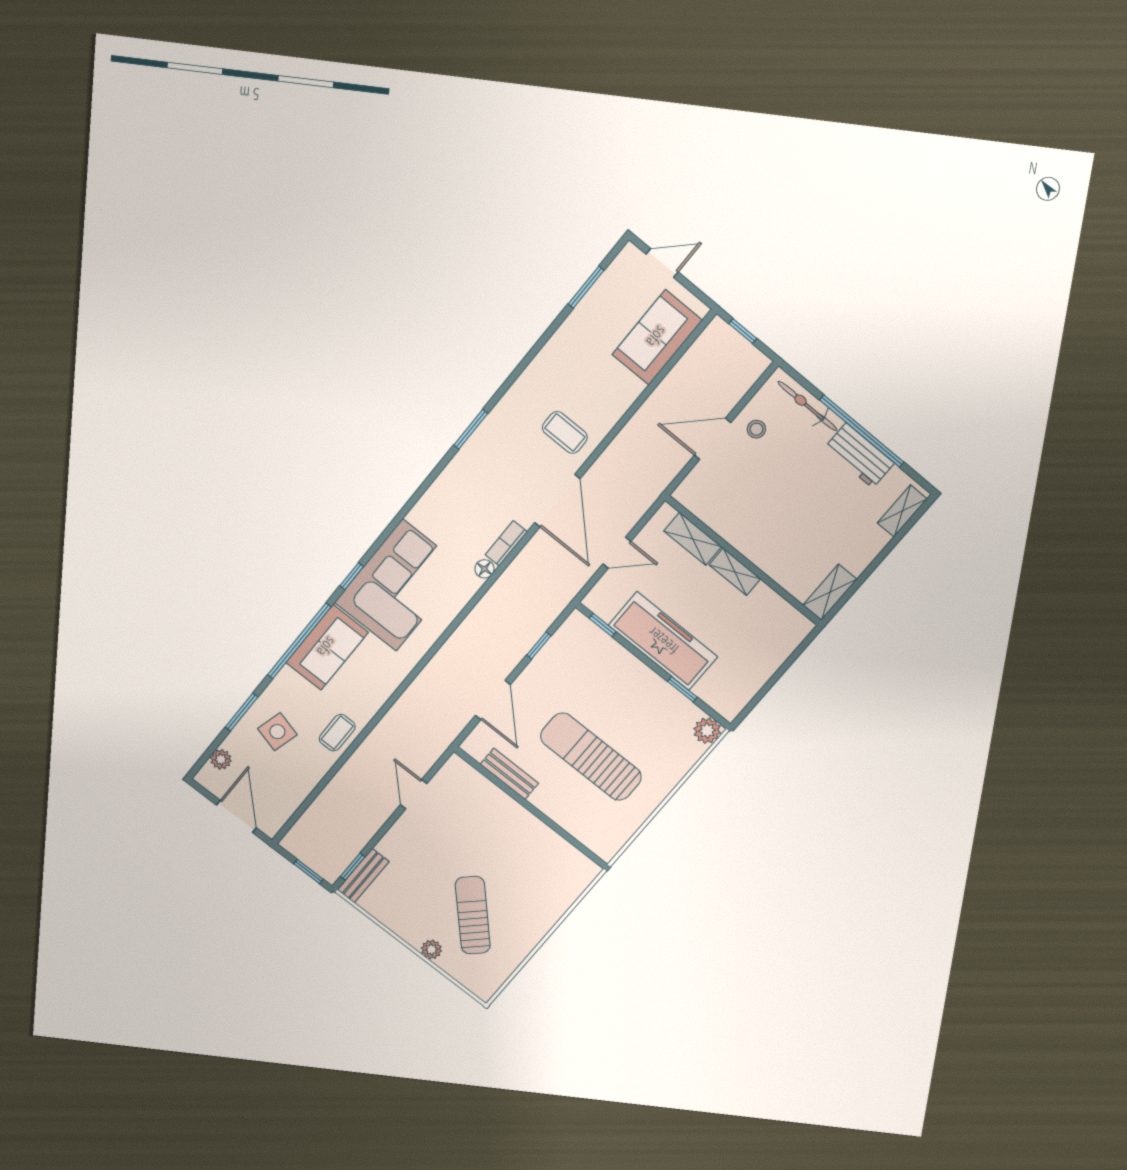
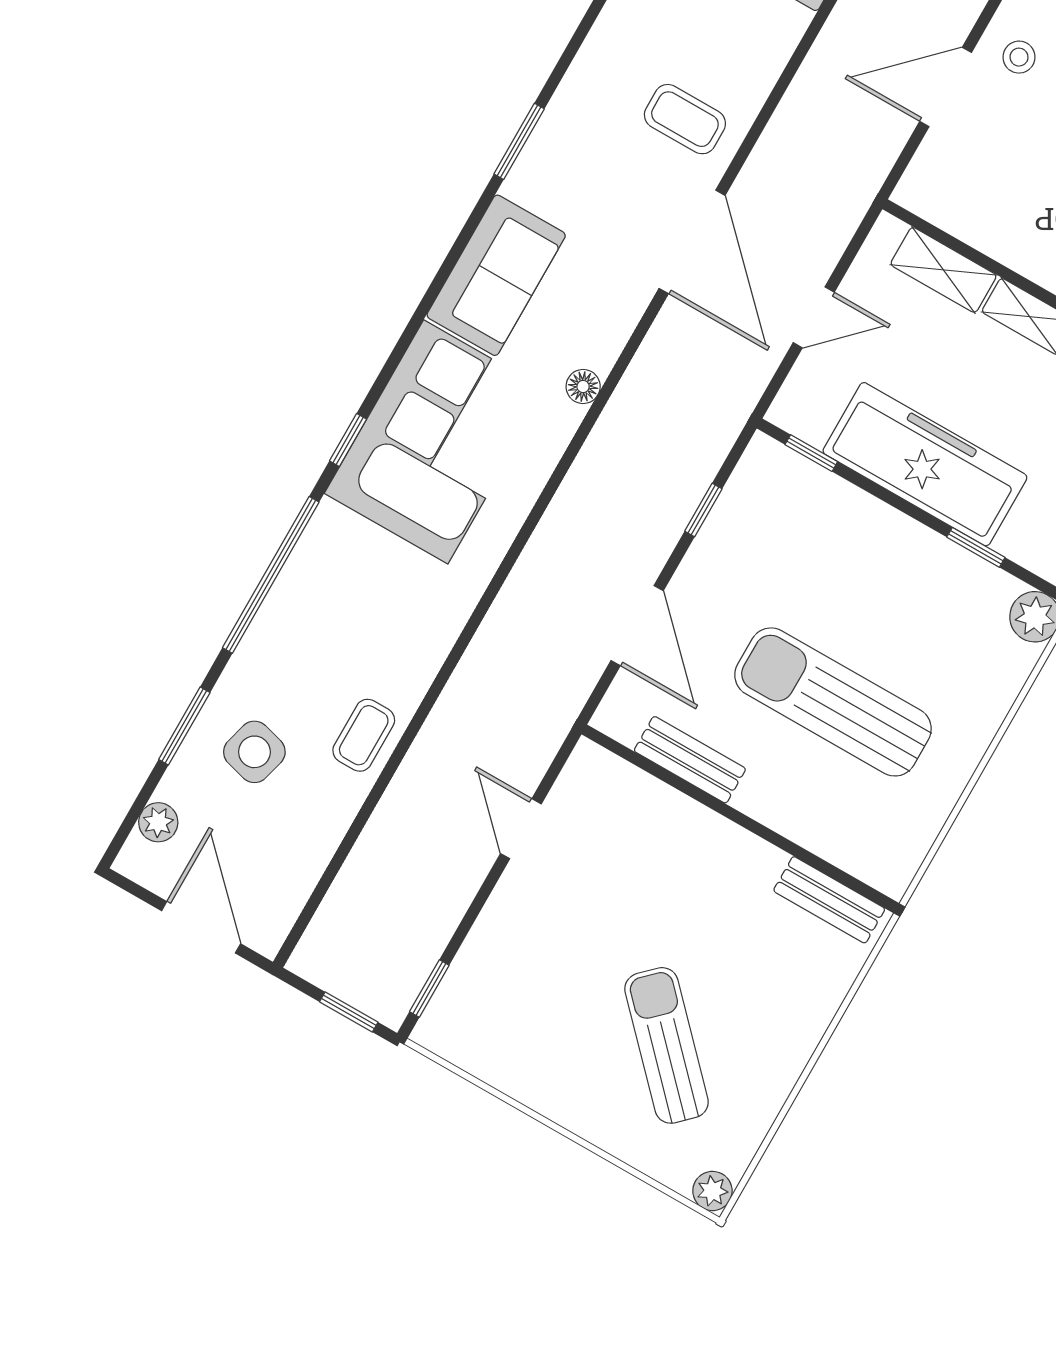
bookcase: (506, 543) -> (614, 334), removed
sofa: (327, 647) -> (496, 275), moved
bench: (363, 876) -> (829, 900), moved, turned 90
plant: (431, 949) -> (712, 1191), moved

